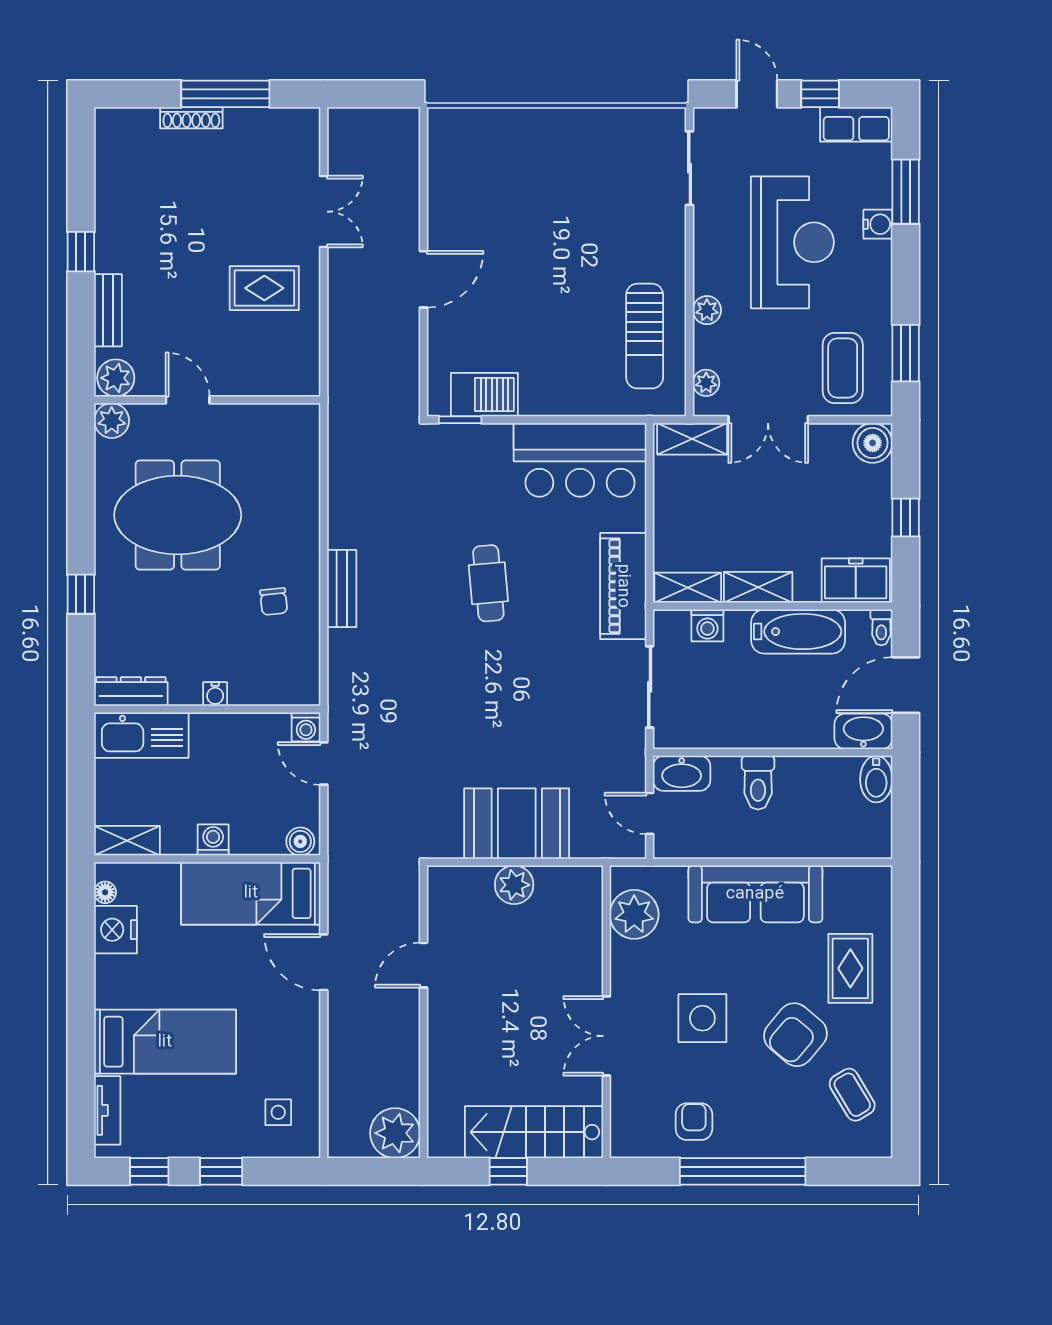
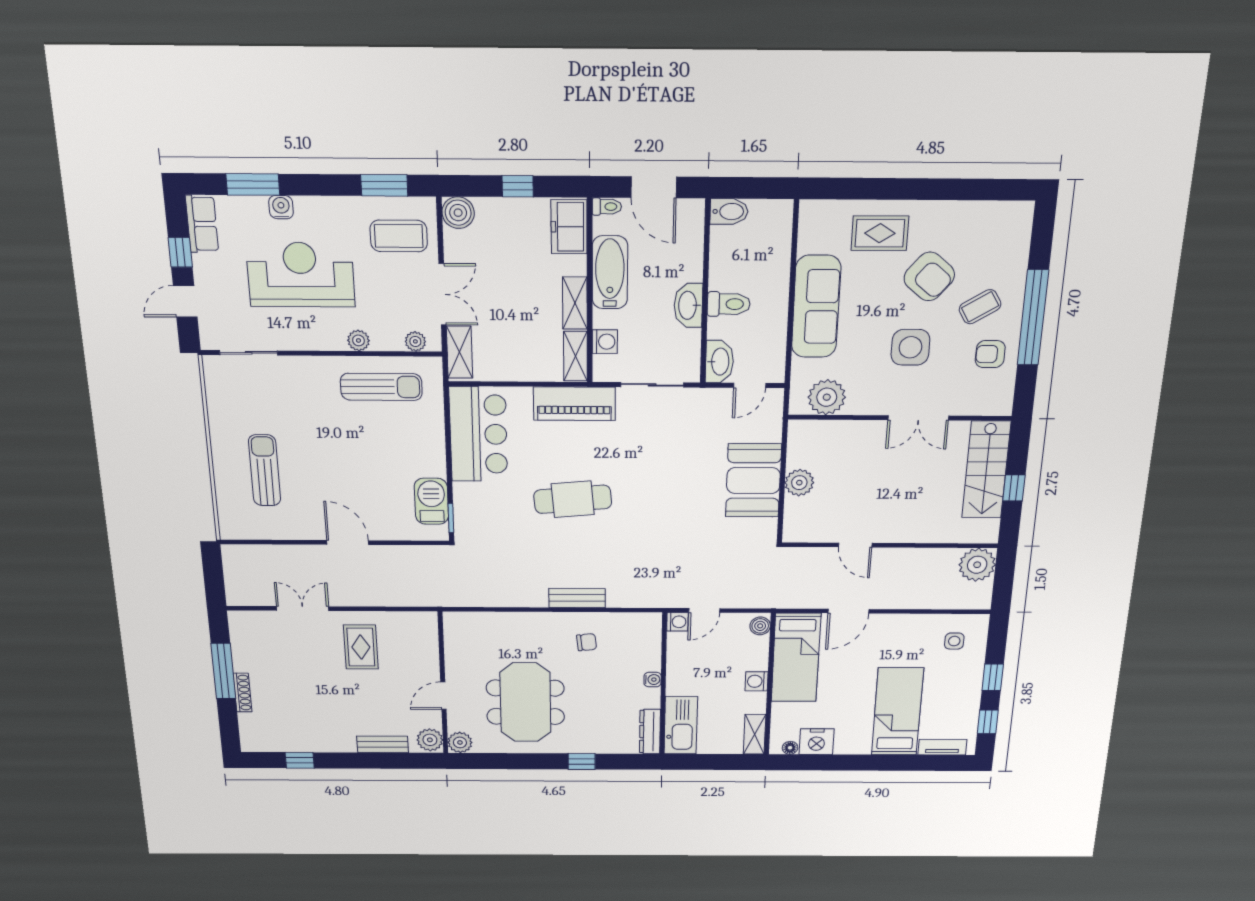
sun lounger: (527, 176) -> (265, 470), added
window: (81, 252) -> (300, 760), moved
cafe table: (488, 583) -> (573, 499), width x1.37, depth x1.35
washbasin: (863, 731) -> (688, 305), moved
coffee table: (852, 1095) -> (980, 307), moved

